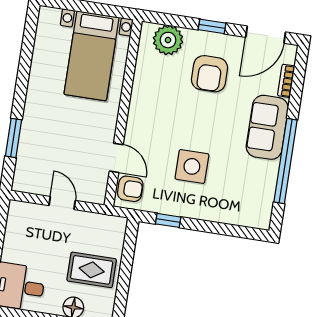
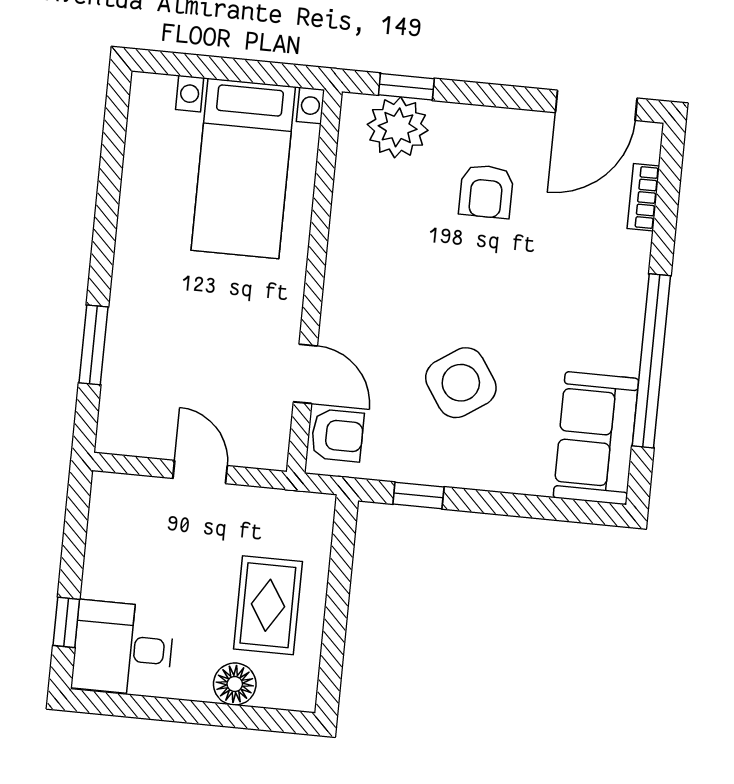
window: (212, 26) -> (406, 87), moved
armchair: (210, 74) -> (486, 191), width x0.72, depth x0.72
sofa: (267, 127) -> (596, 438), moved
side table: (192, 166) -> (461, 383), turned -34
rug: (92, 270) -> (268, 605), turned 90

